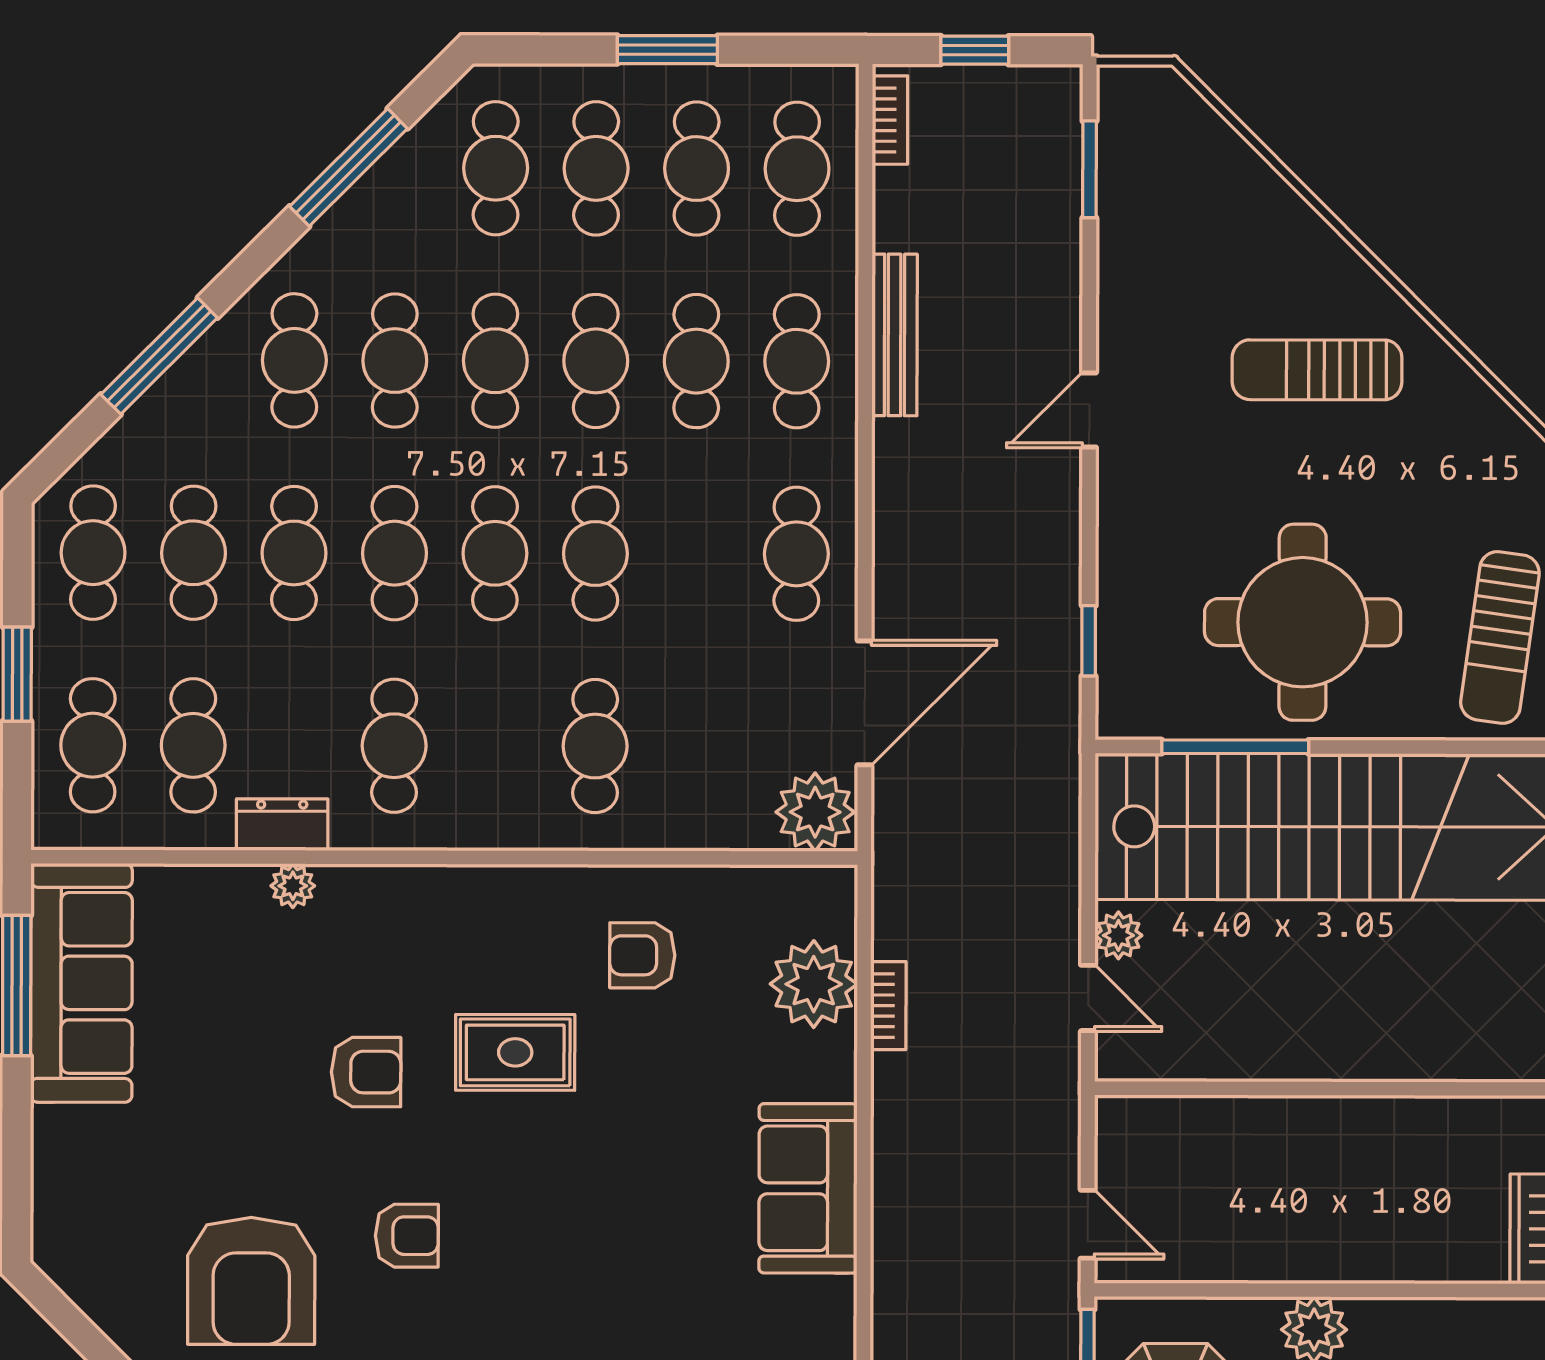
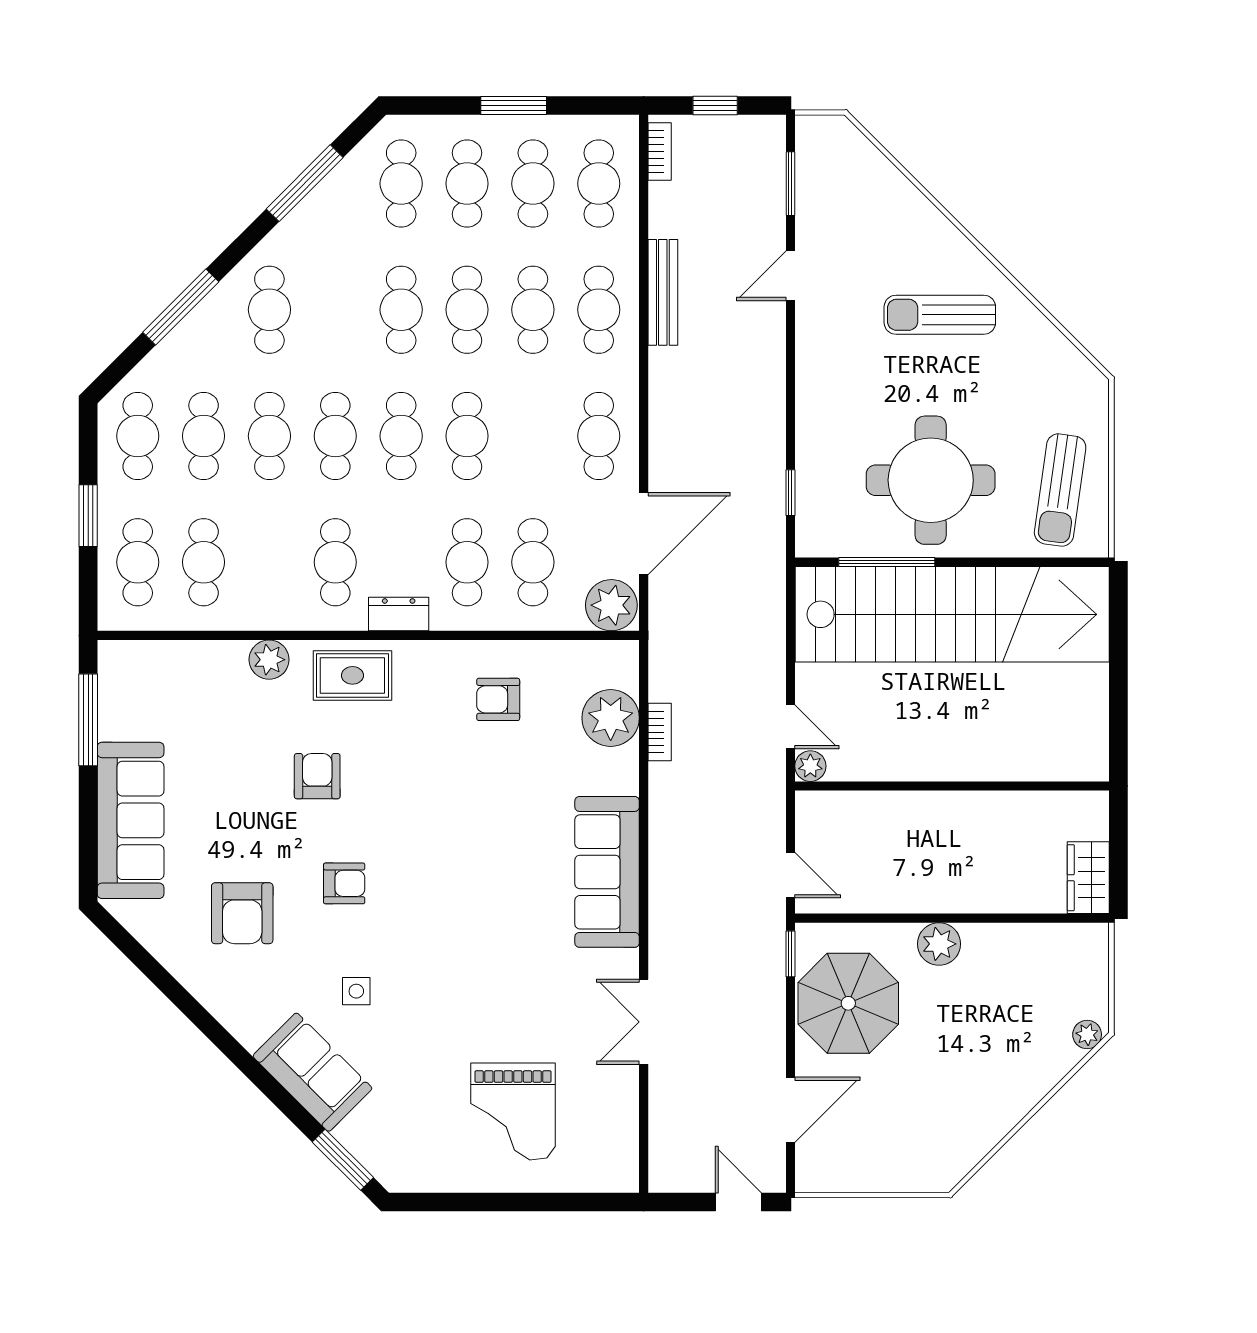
cafe table: (395, 361) -> (533, 562), moved
door: (1089, 410) -> (790, 276), moved
dresser: (282, 825) -> (399, 614), moved
plant: (293, 886) -> (269, 660), width x1.38, depth x1.38
plant: (1118, 935) -> (810, 766), moved
sofa: (81, 983) -> (131, 820), moved
rug: (515, 1052) -> (352, 675), moved
armchair: (366, 1072) -> (317, 776), turned -90
sofa: (808, 1188) -> (607, 872), width x1.36
armchair: (251, 1281) -> (242, 913), width x0.73, depth x0.73

